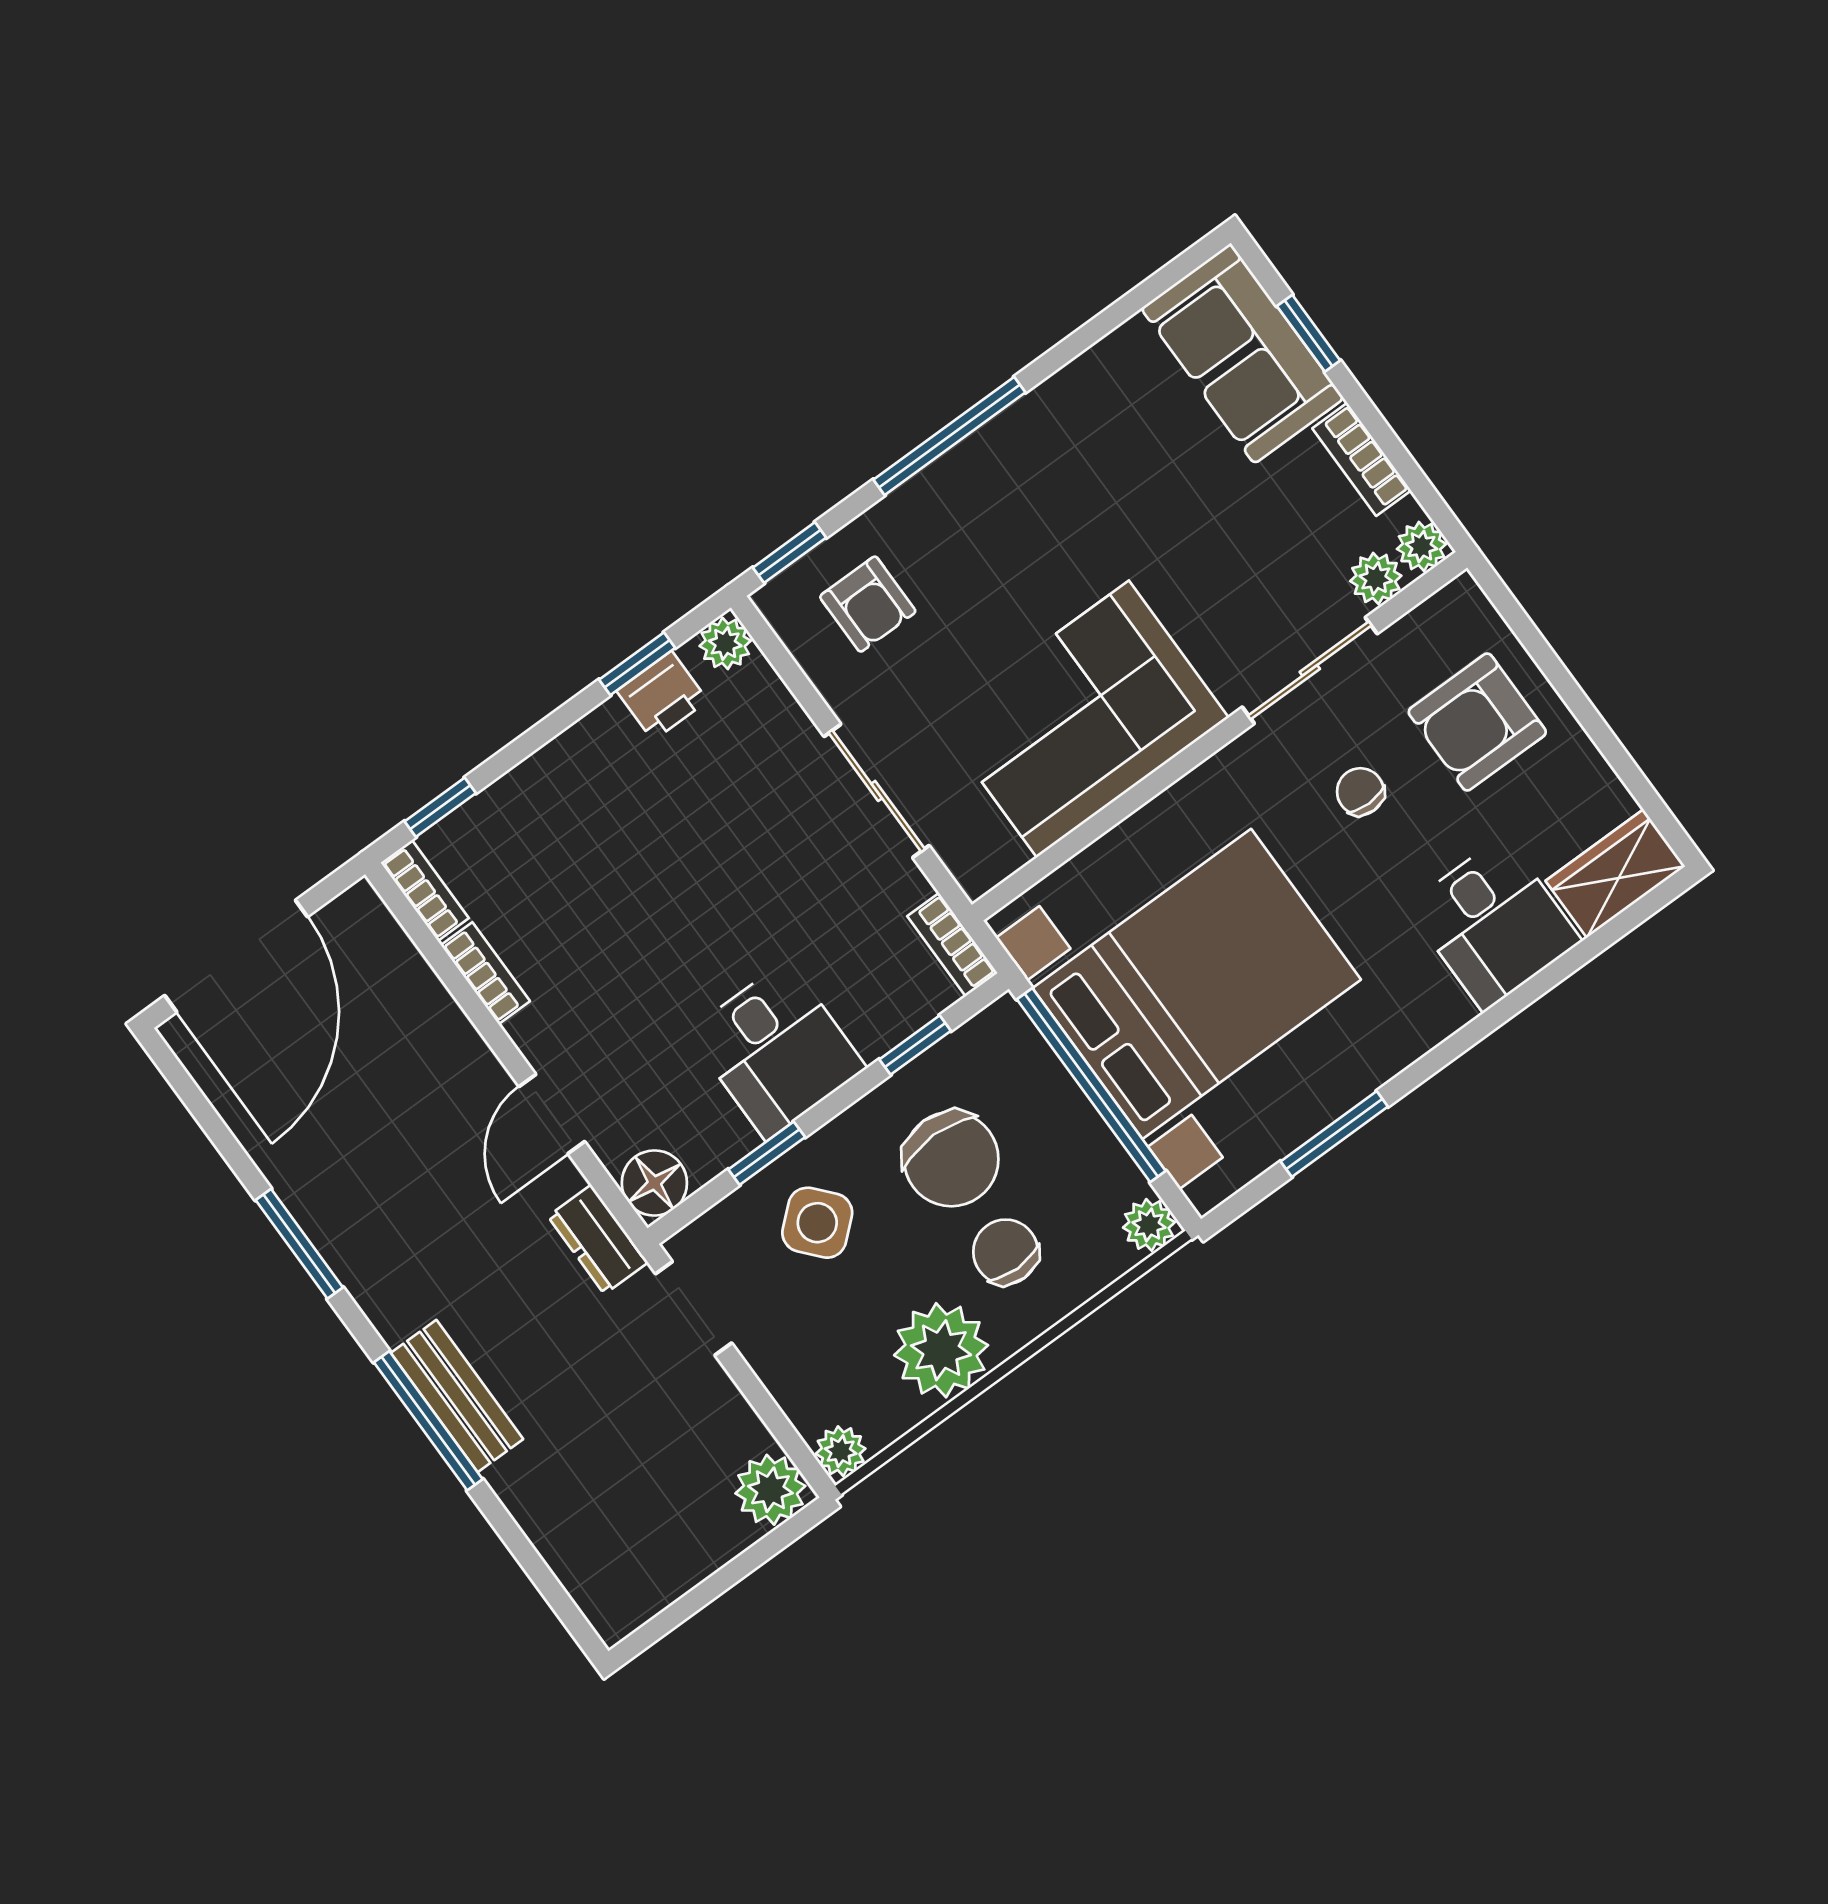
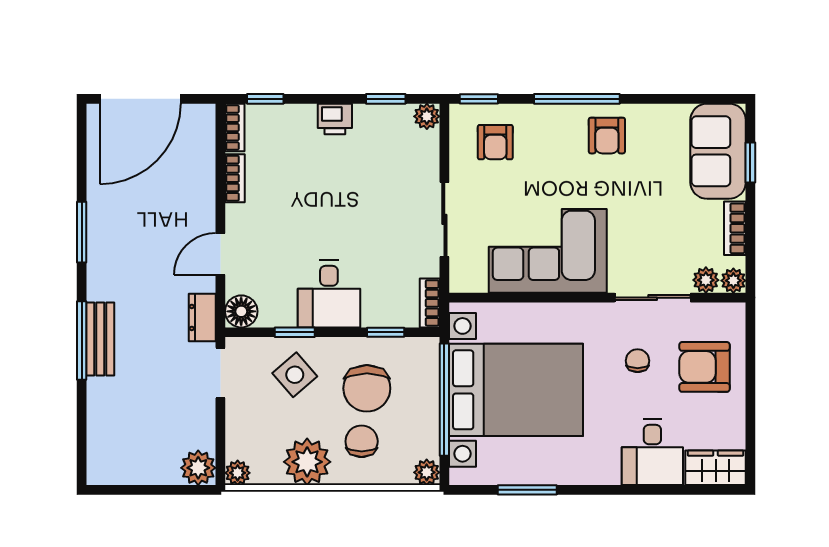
armchair: (1042, 460) -> (607, 136), added
printer: (662, 696) -> (335, 119), moved

